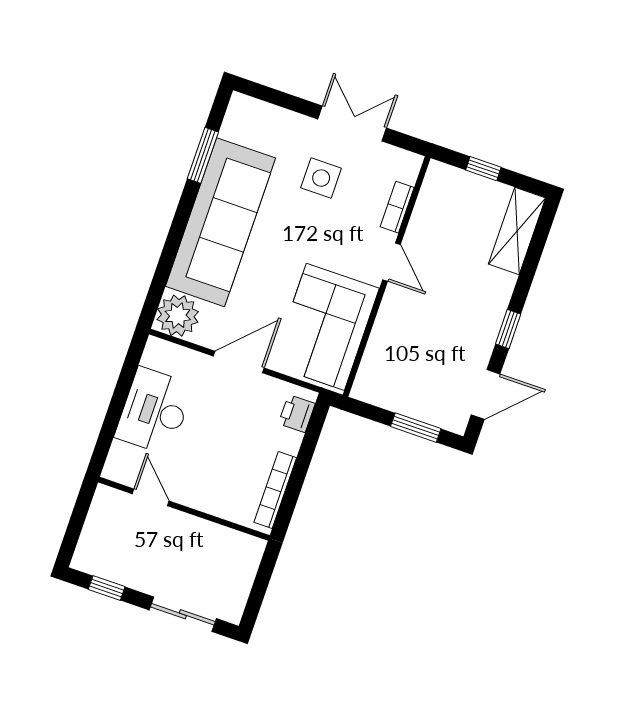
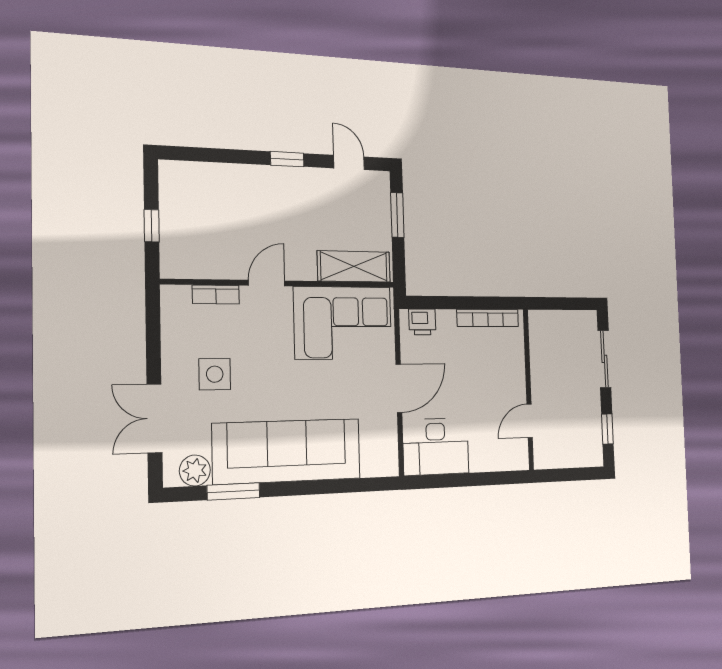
double door: (352, 123) -> (154, 419), moved
shelving: (517, 231) -> (354, 266), moved
plant: (178, 316) -> (195, 470), moved, width x0.73, depth x0.73
door: (239, 362) -> (399, 388), swing flipped
door: (486, 394) -> (349, 162), width x0.73
desk: (154, 411) -> (436, 447), moved

